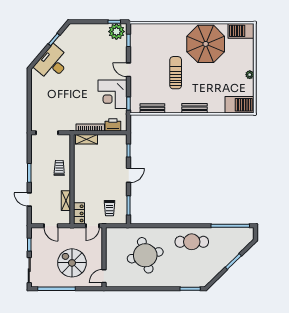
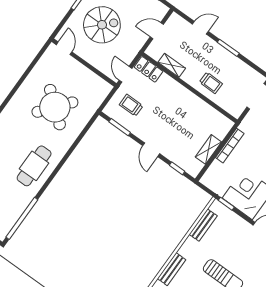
printer: (113, 125) -> (216, 171), removed
shelving: (87, 139) -> (208, 149), moved
round table: (145, 255) -> (55, 107), turned -37

